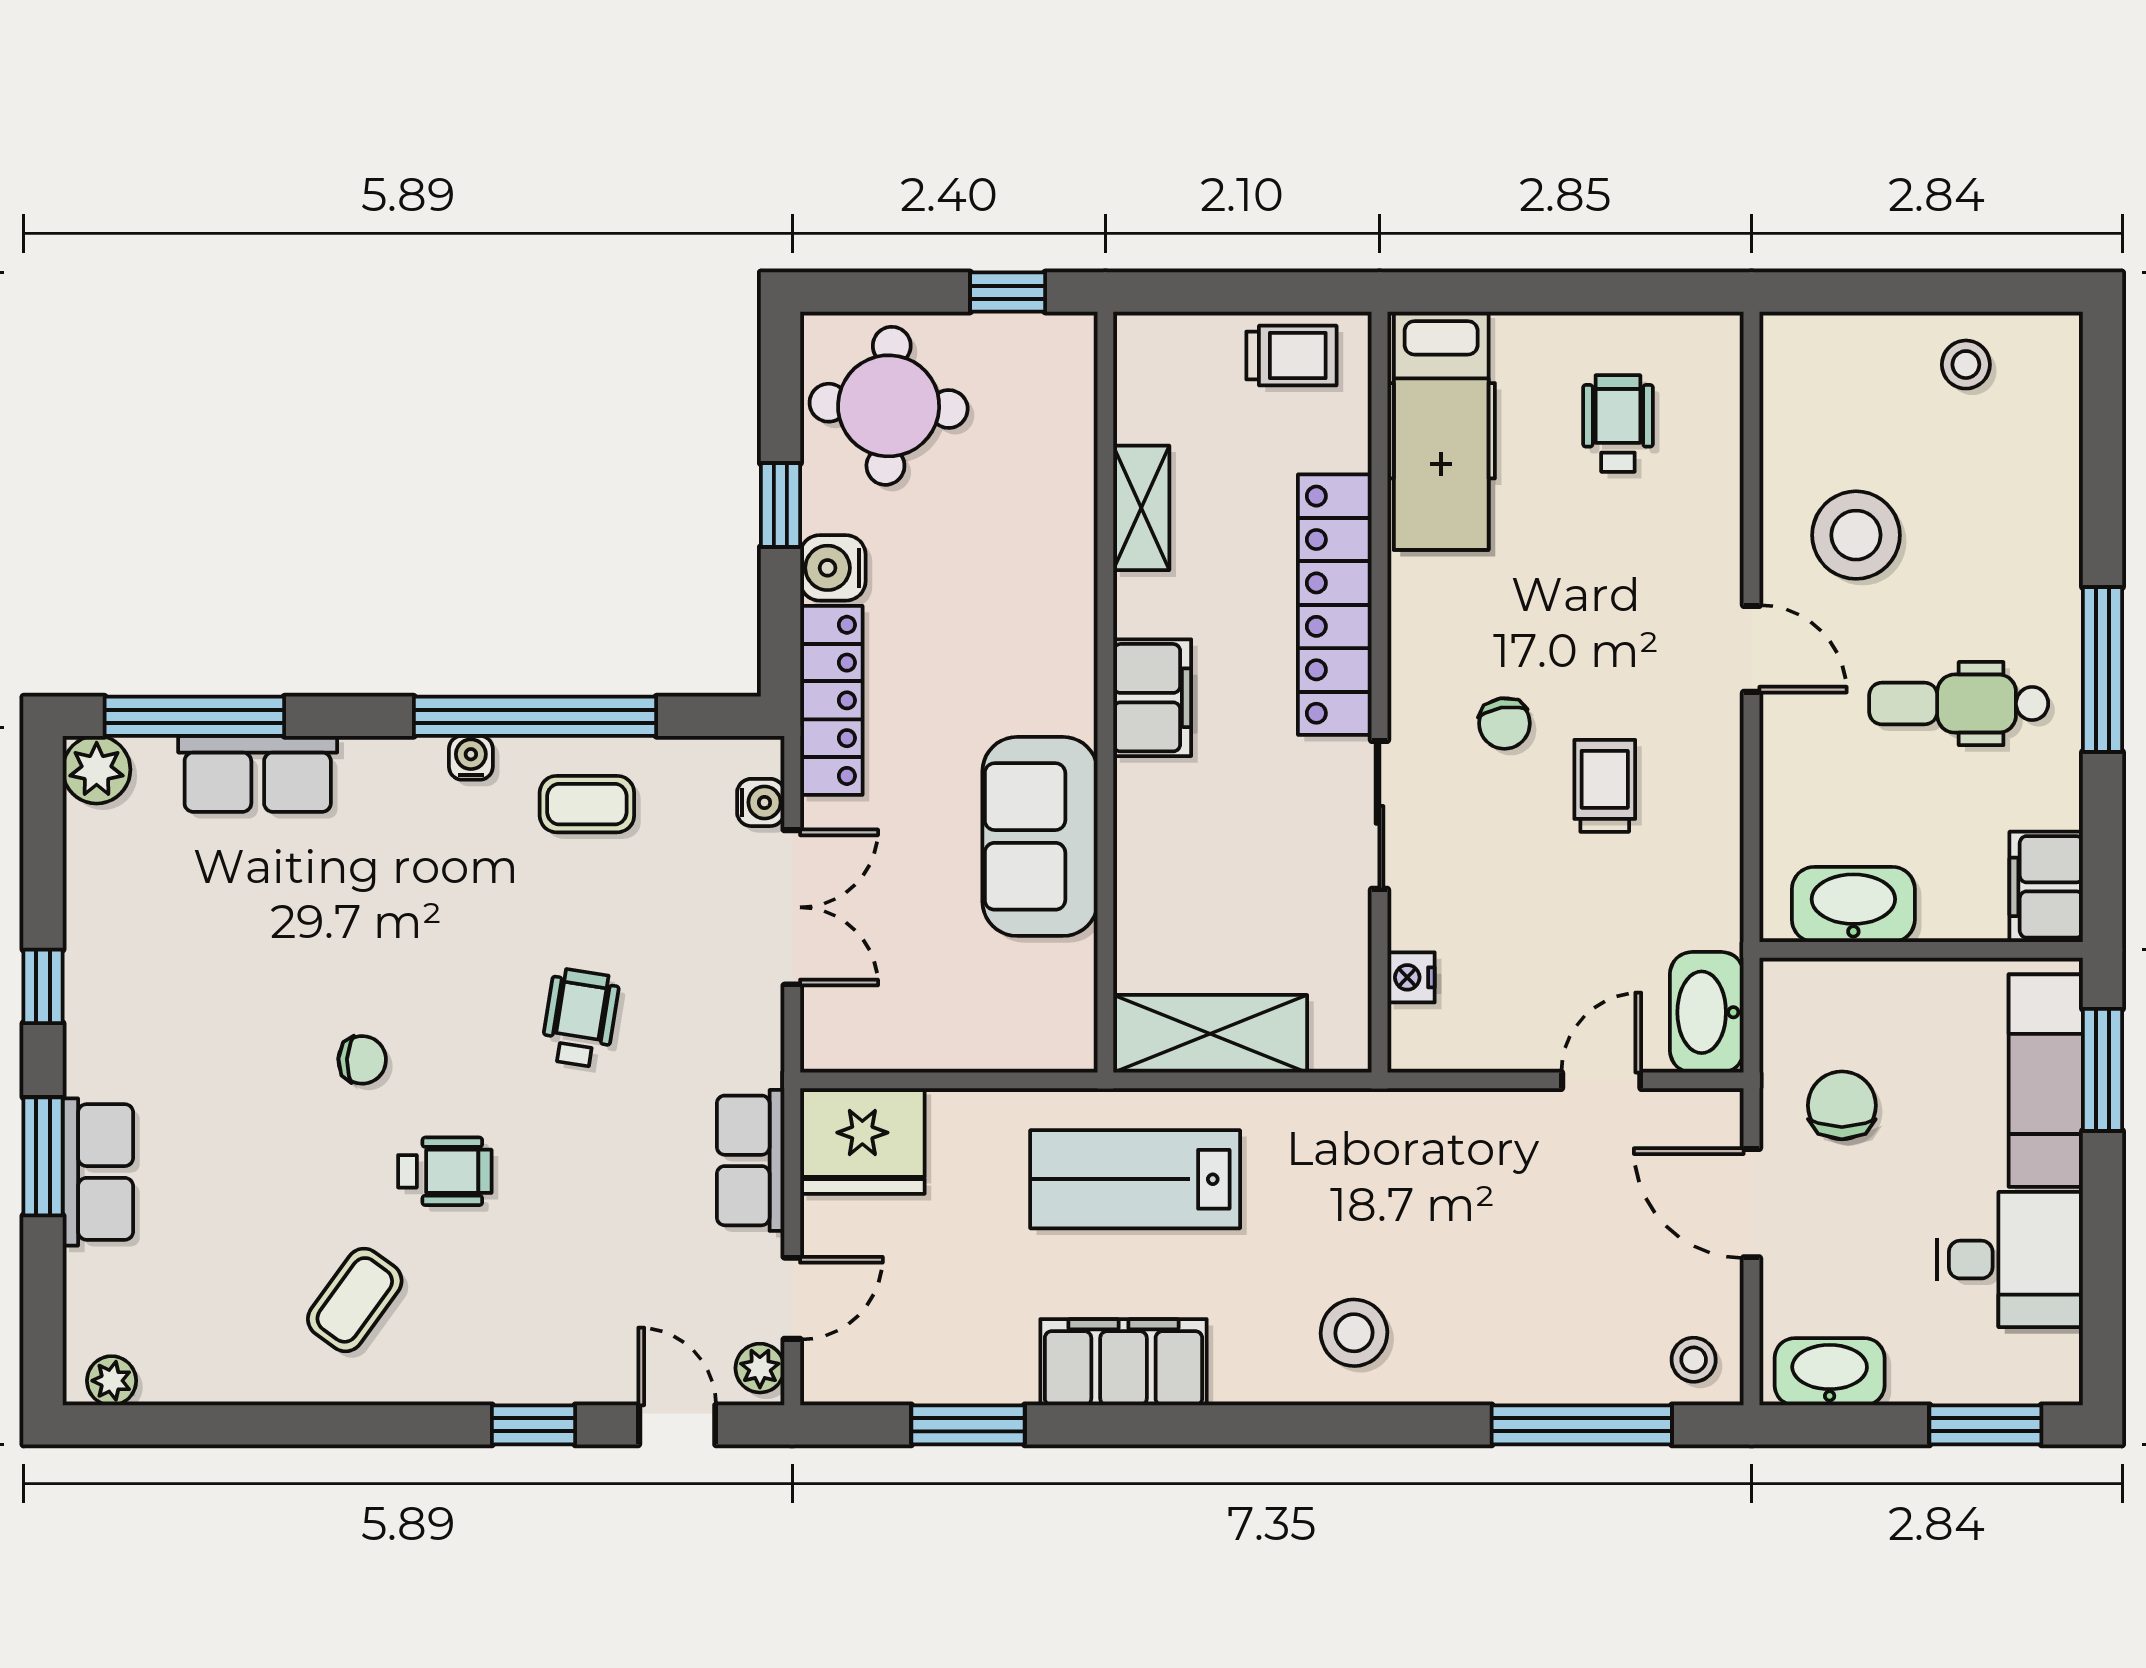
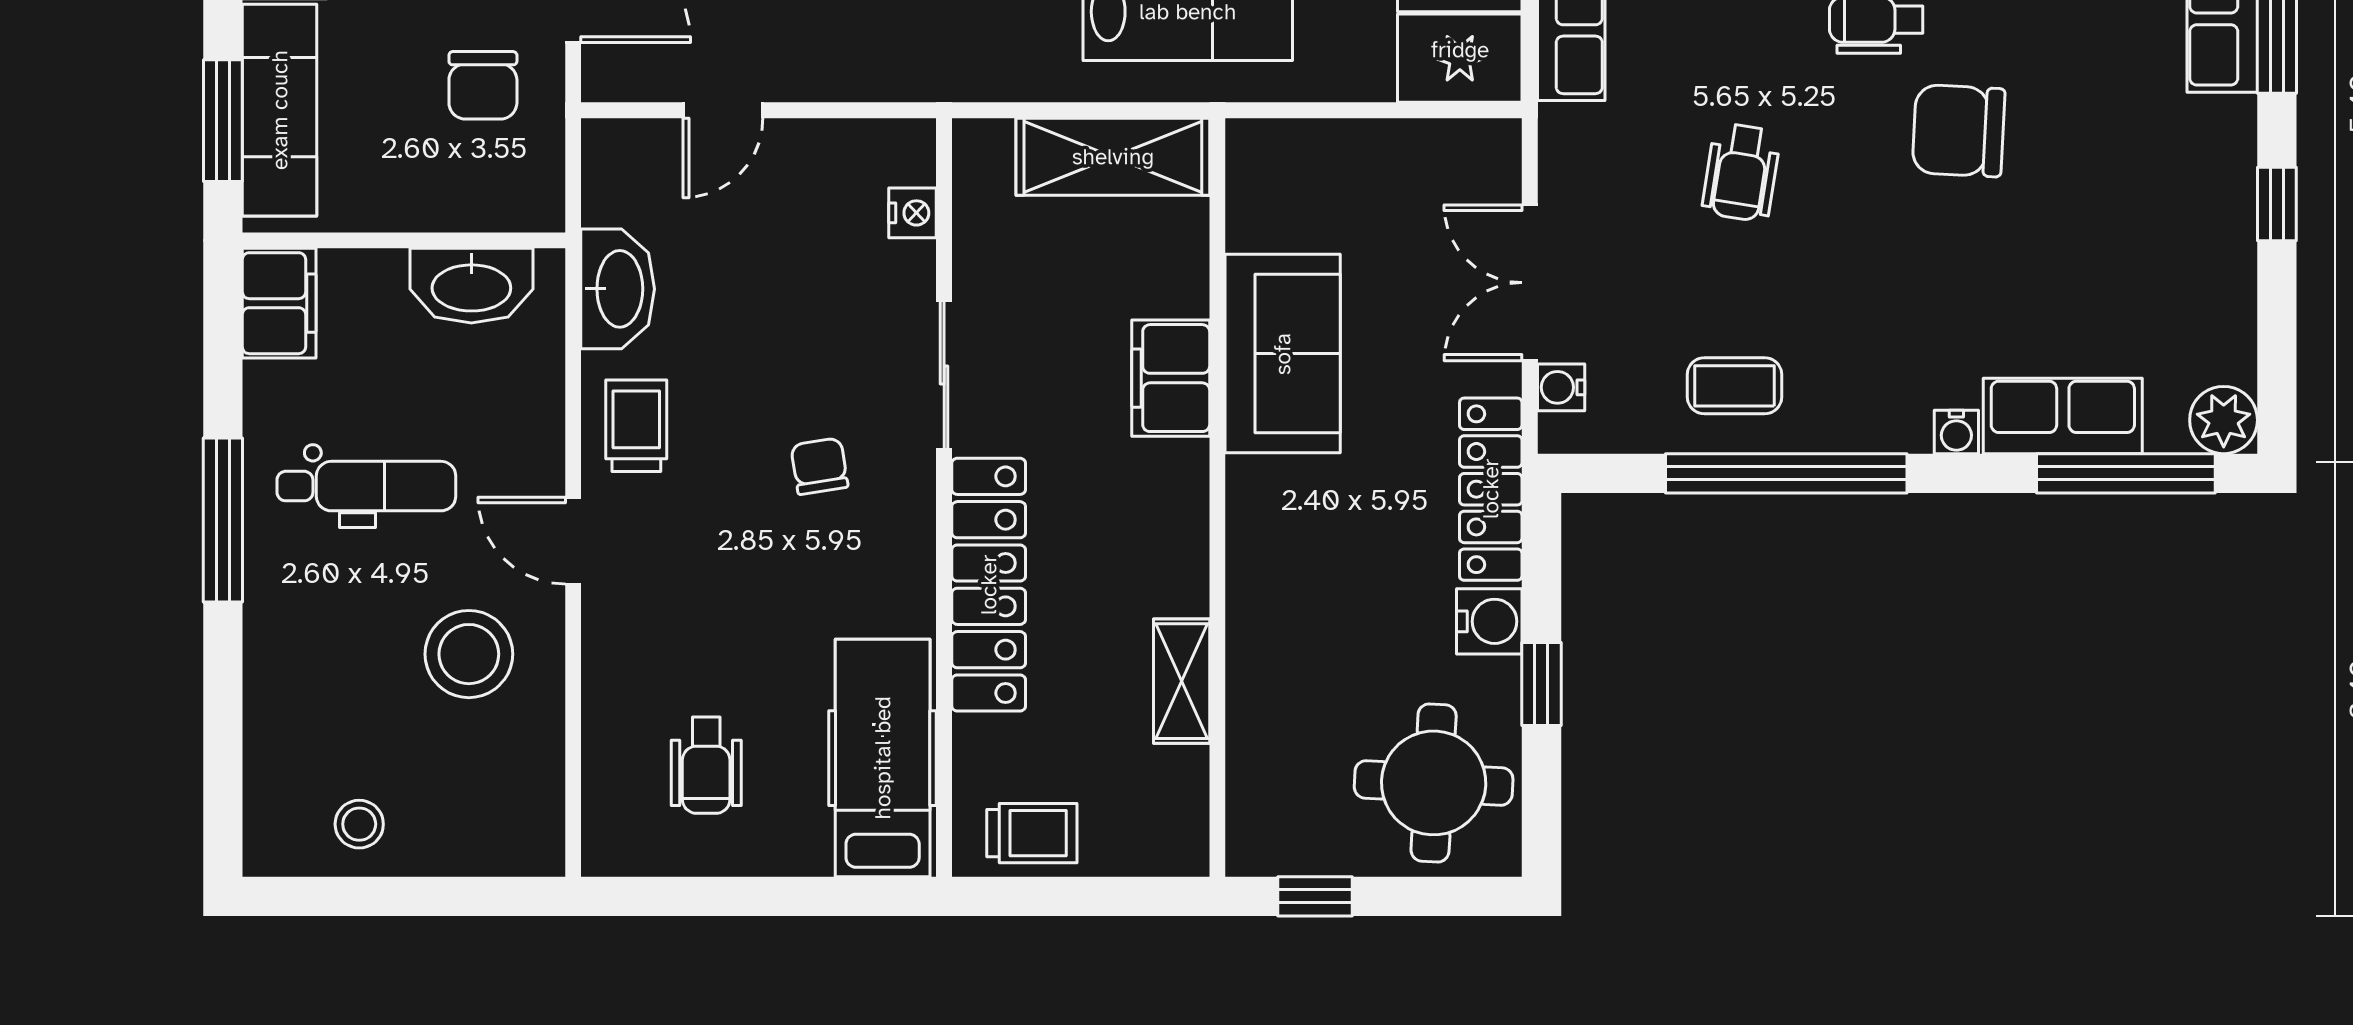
trolley: (1291, 356) -> (1032, 833), turned 180
filing cabinet: (1152, 698) -> (1171, 378), moved
water cooler: (471, 758) -> (1956, 432), moved
trolley: (1605, 786) -> (636, 426), moved, turned 180
washbasin: (1707, 1012) -> (618, 289), moved
chair: (362, 1060) -> (1959, 131), width x1.87, depth x1.87

